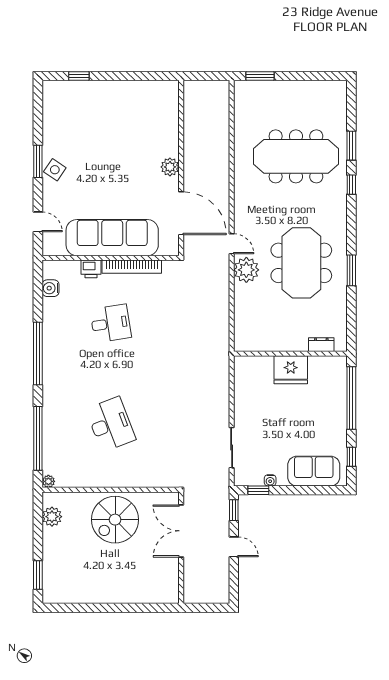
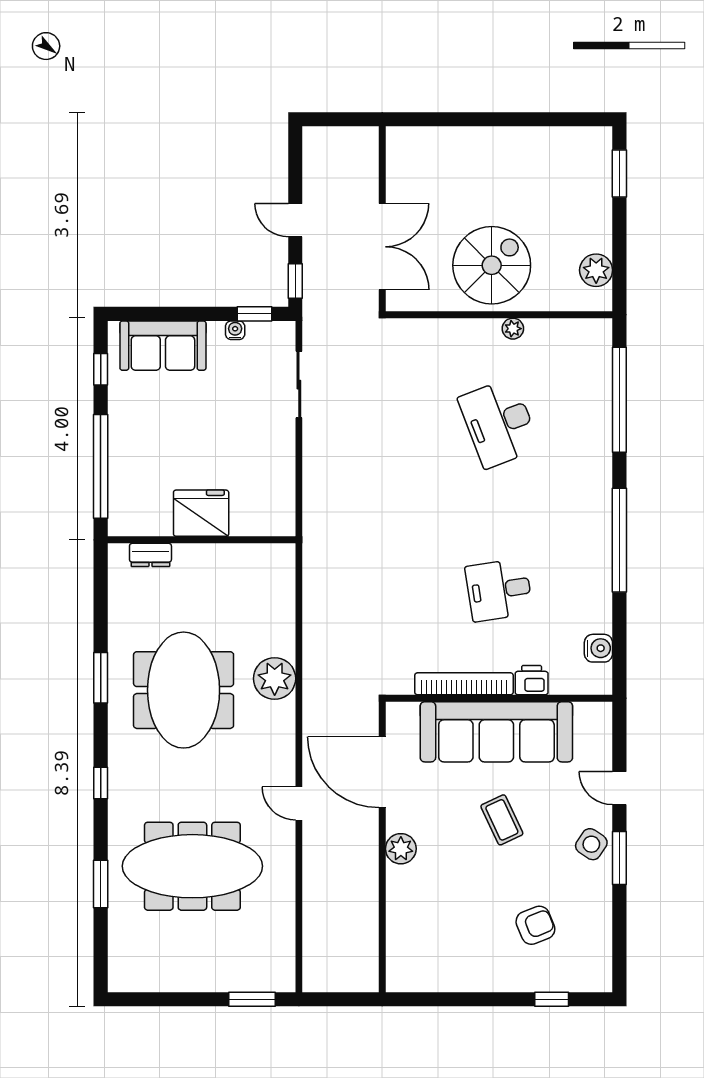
armchair: (89, 121) -> (535, 925), added
coffee table: (109, 184) -> (502, 820), added
window: (351, 185) -> (101, 783), moved
door: (38, 222) -> (619, 788), moved
door: (232, 244) -> (299, 803), moved
plant: (48, 481) -> (513, 329), moved

